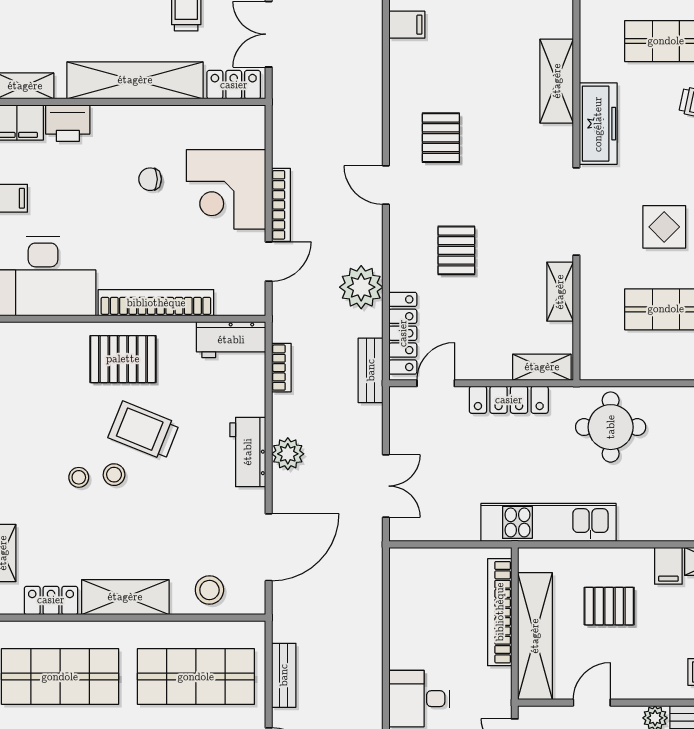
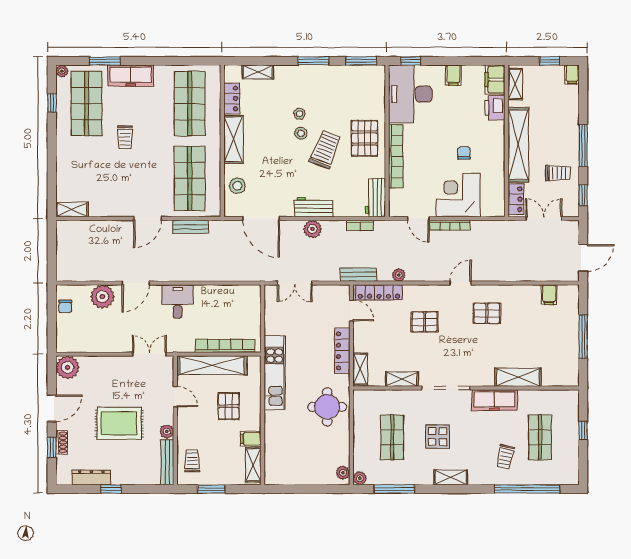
plant: (361, 287) -> (399, 275), width x0.53, depth x0.53

